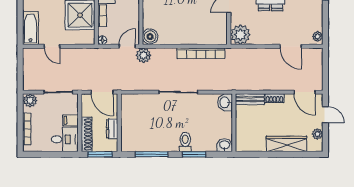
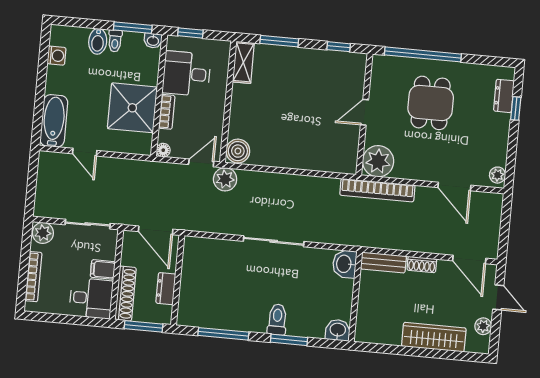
bookcase: (201, 53) -> (377, 190), moved

